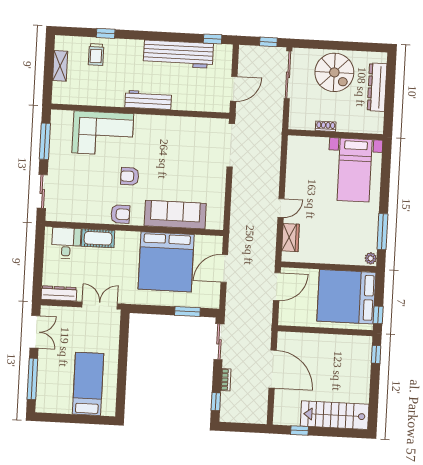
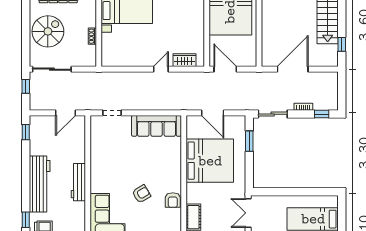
workbench: (178, 54) -> (40, 184), moved
door: (234, 89) -> (66, 113), swing flipped
doorway: (231, 145) -> (112, 113), width x0.53
armchair: (130, 176) -> (141, 194), turned -121
door: (281, 208) -> (161, 69), hinge flipped
armchair: (120, 214) -> (173, 200), turned 180
sofa: (175, 215) -> (157, 126), moved, turned -90

